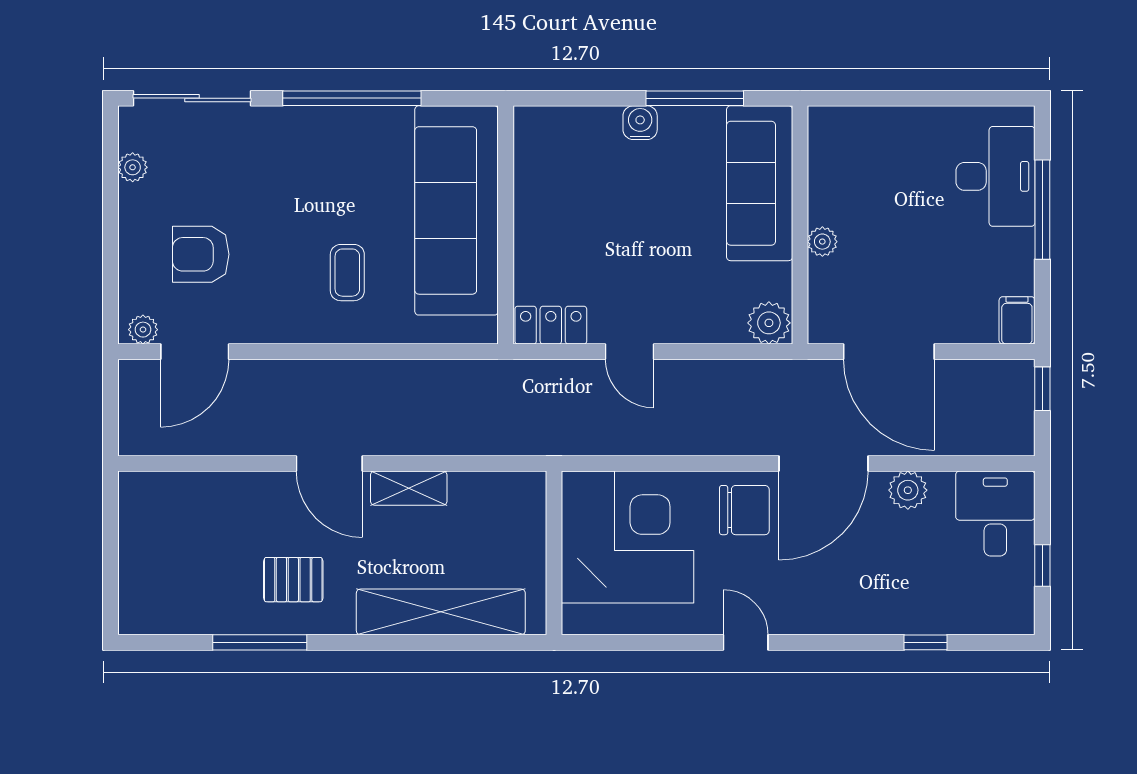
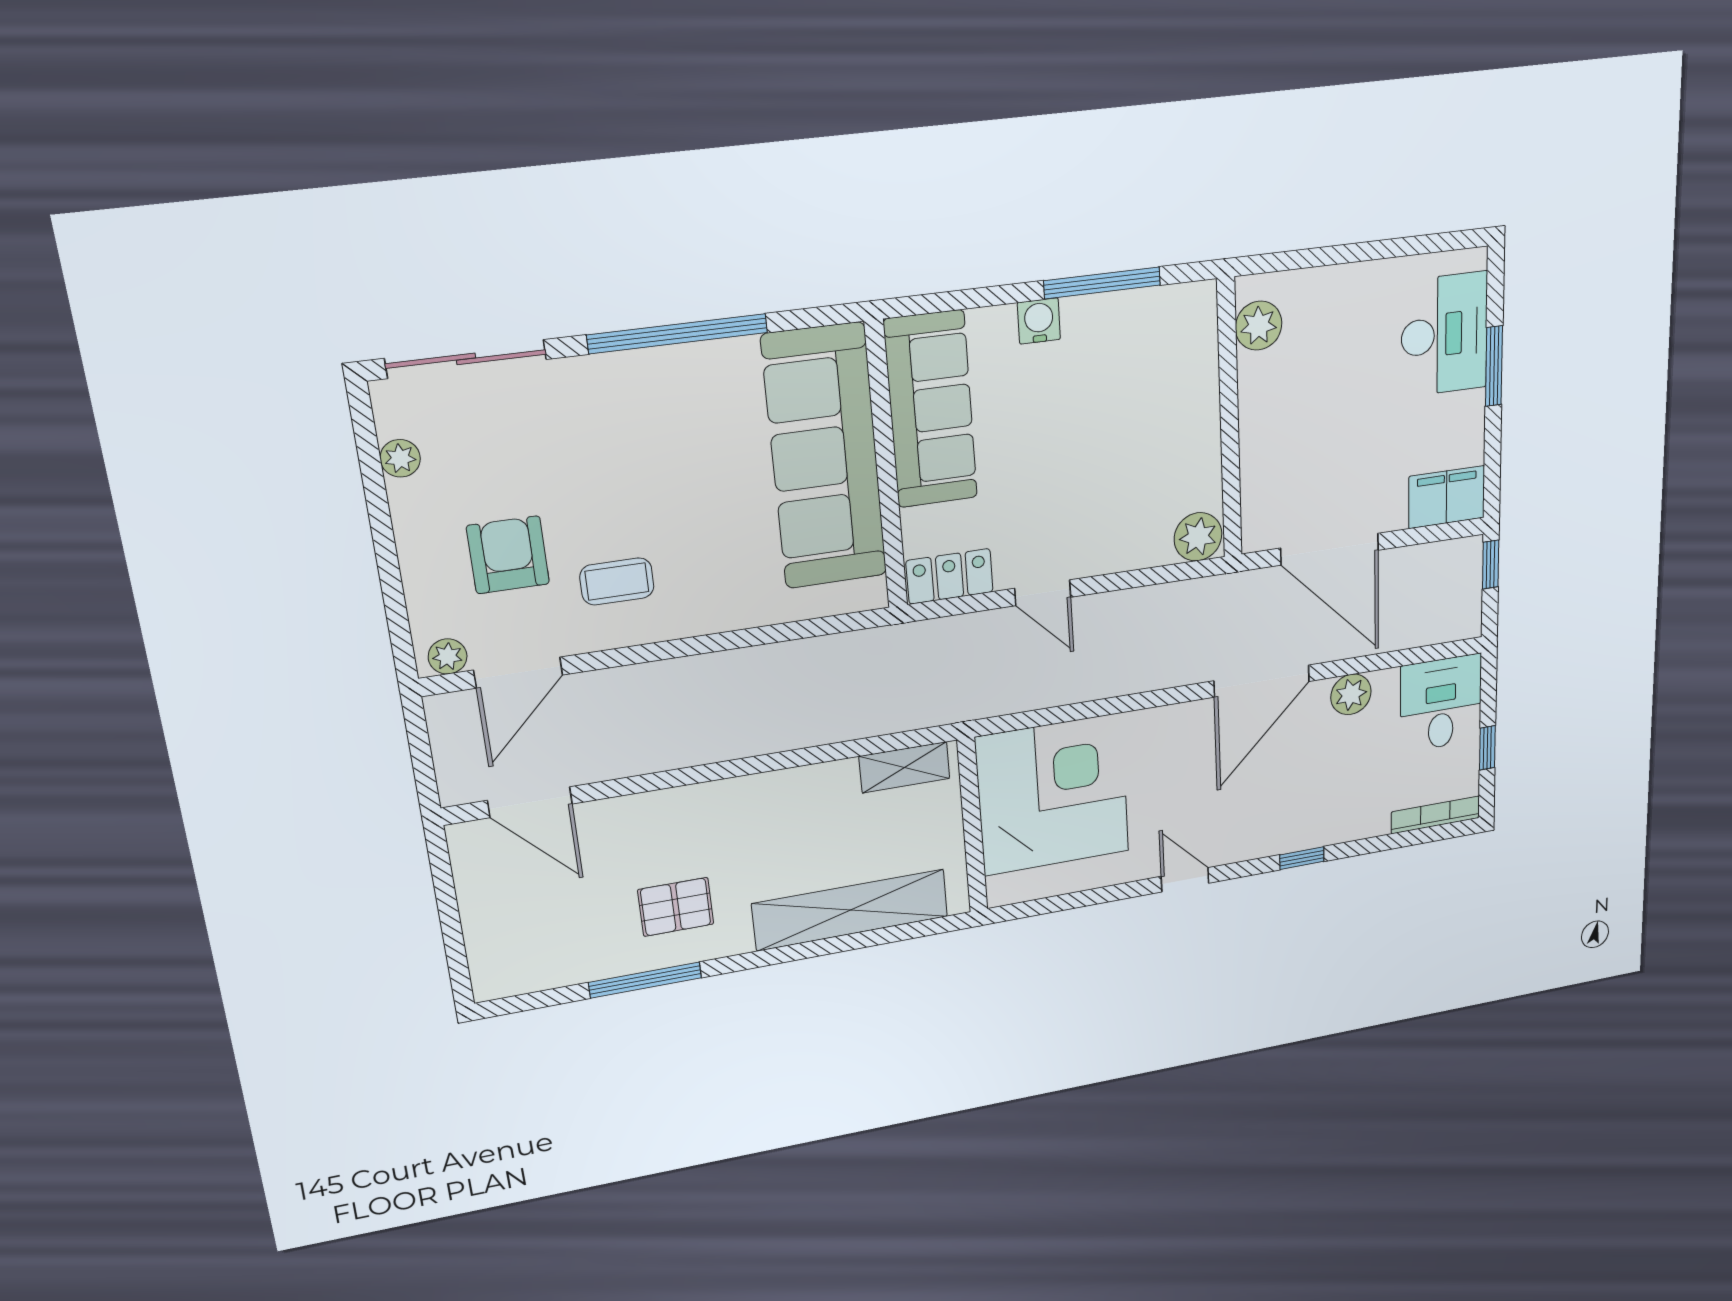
sofa: (760, 183) -> (931, 410), moved, turned 180
window: (1042, 210) -> (1494, 366), width x0.69
plant: (822, 242) -> (1259, 326), moved, width x1.38, depth x1.38
armchair: (201, 254) -> (508, 555), turned 90
coffee table: (347, 273) -> (617, 581), moved, turned 90
filing cabinet: (1017, 320) -> (1447, 497), width x2.00
door: (329, 463) -> (530, 802), moved
shelving: (409, 488) -> (904, 767), moved
chair: (744, 510) -> (1178, 745), removed
bookcase: (991, 624) -> (1435, 815), added
window: (925, 642) -> (1302, 858), moved

